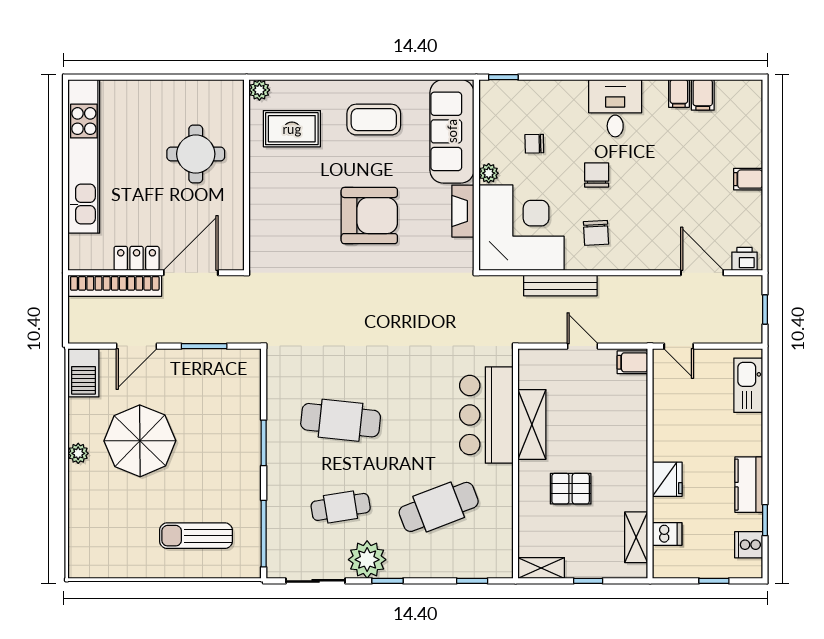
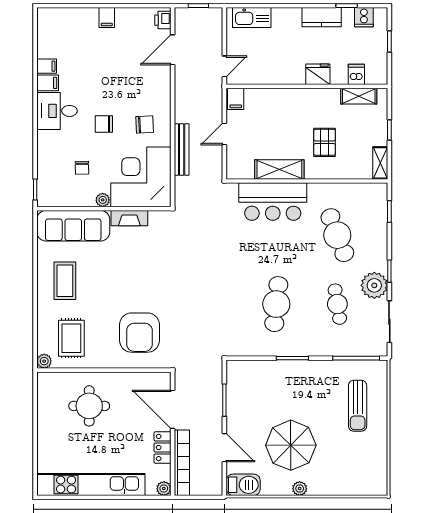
filing cabinet: (703, 95) -> (48, 83), moved
armchair: (369, 216) -> (140, 333), moved, turned 180
plant: (78, 260) -> (164, 489), added

